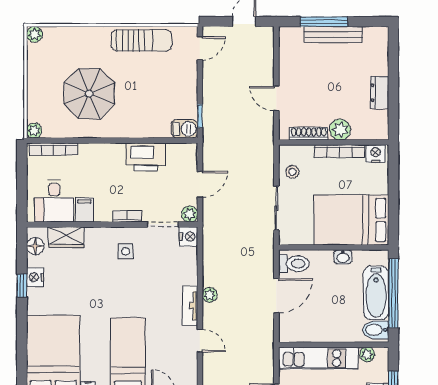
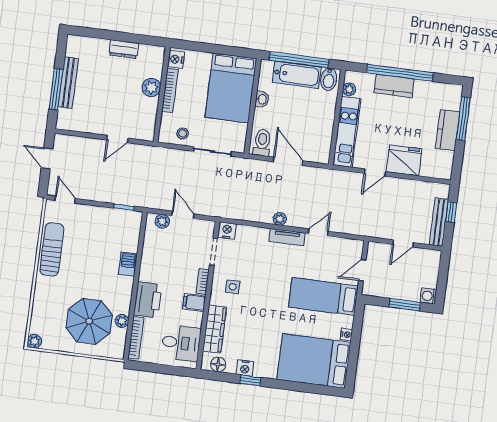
parasol: (89, 93) -> (89, 321), moved
barbecue: (185, 129) -> (128, 264), moved
plant: (34, 131) -> (122, 321), moved
shoe rack: (309, 134) -> (151, 115), removed
printer: (146, 157) -> (148, 300), moved
filing cabinet: (84, 210) -> (194, 302), moved
plant: (190, 214) -> (162, 221), moved
wardrobe: (66, 237) -> (215, 329), width x1.50

